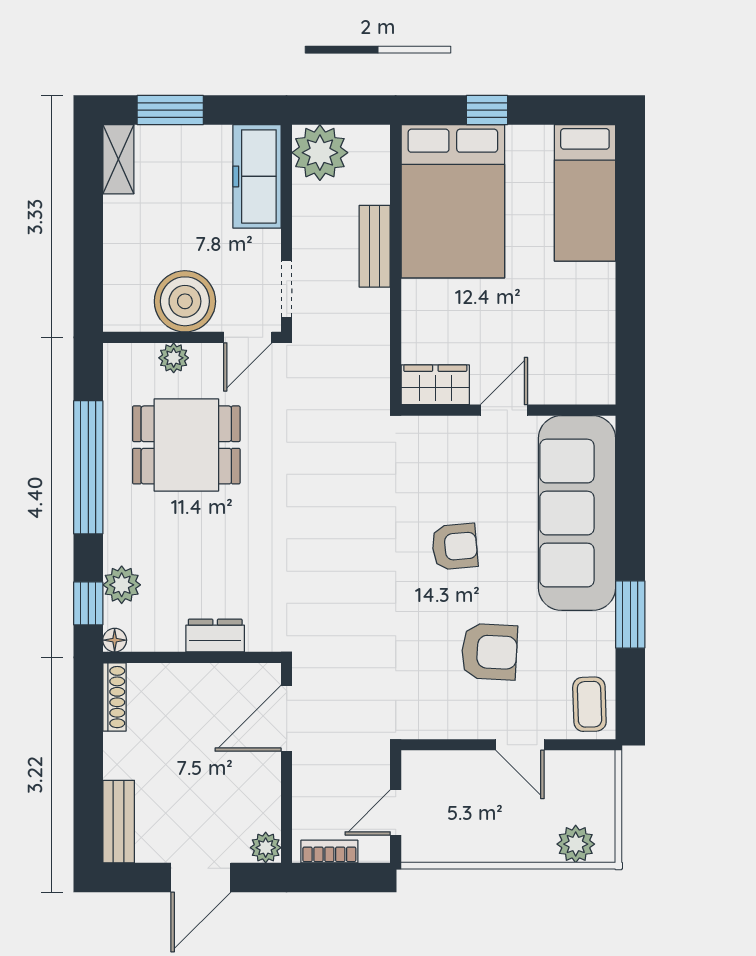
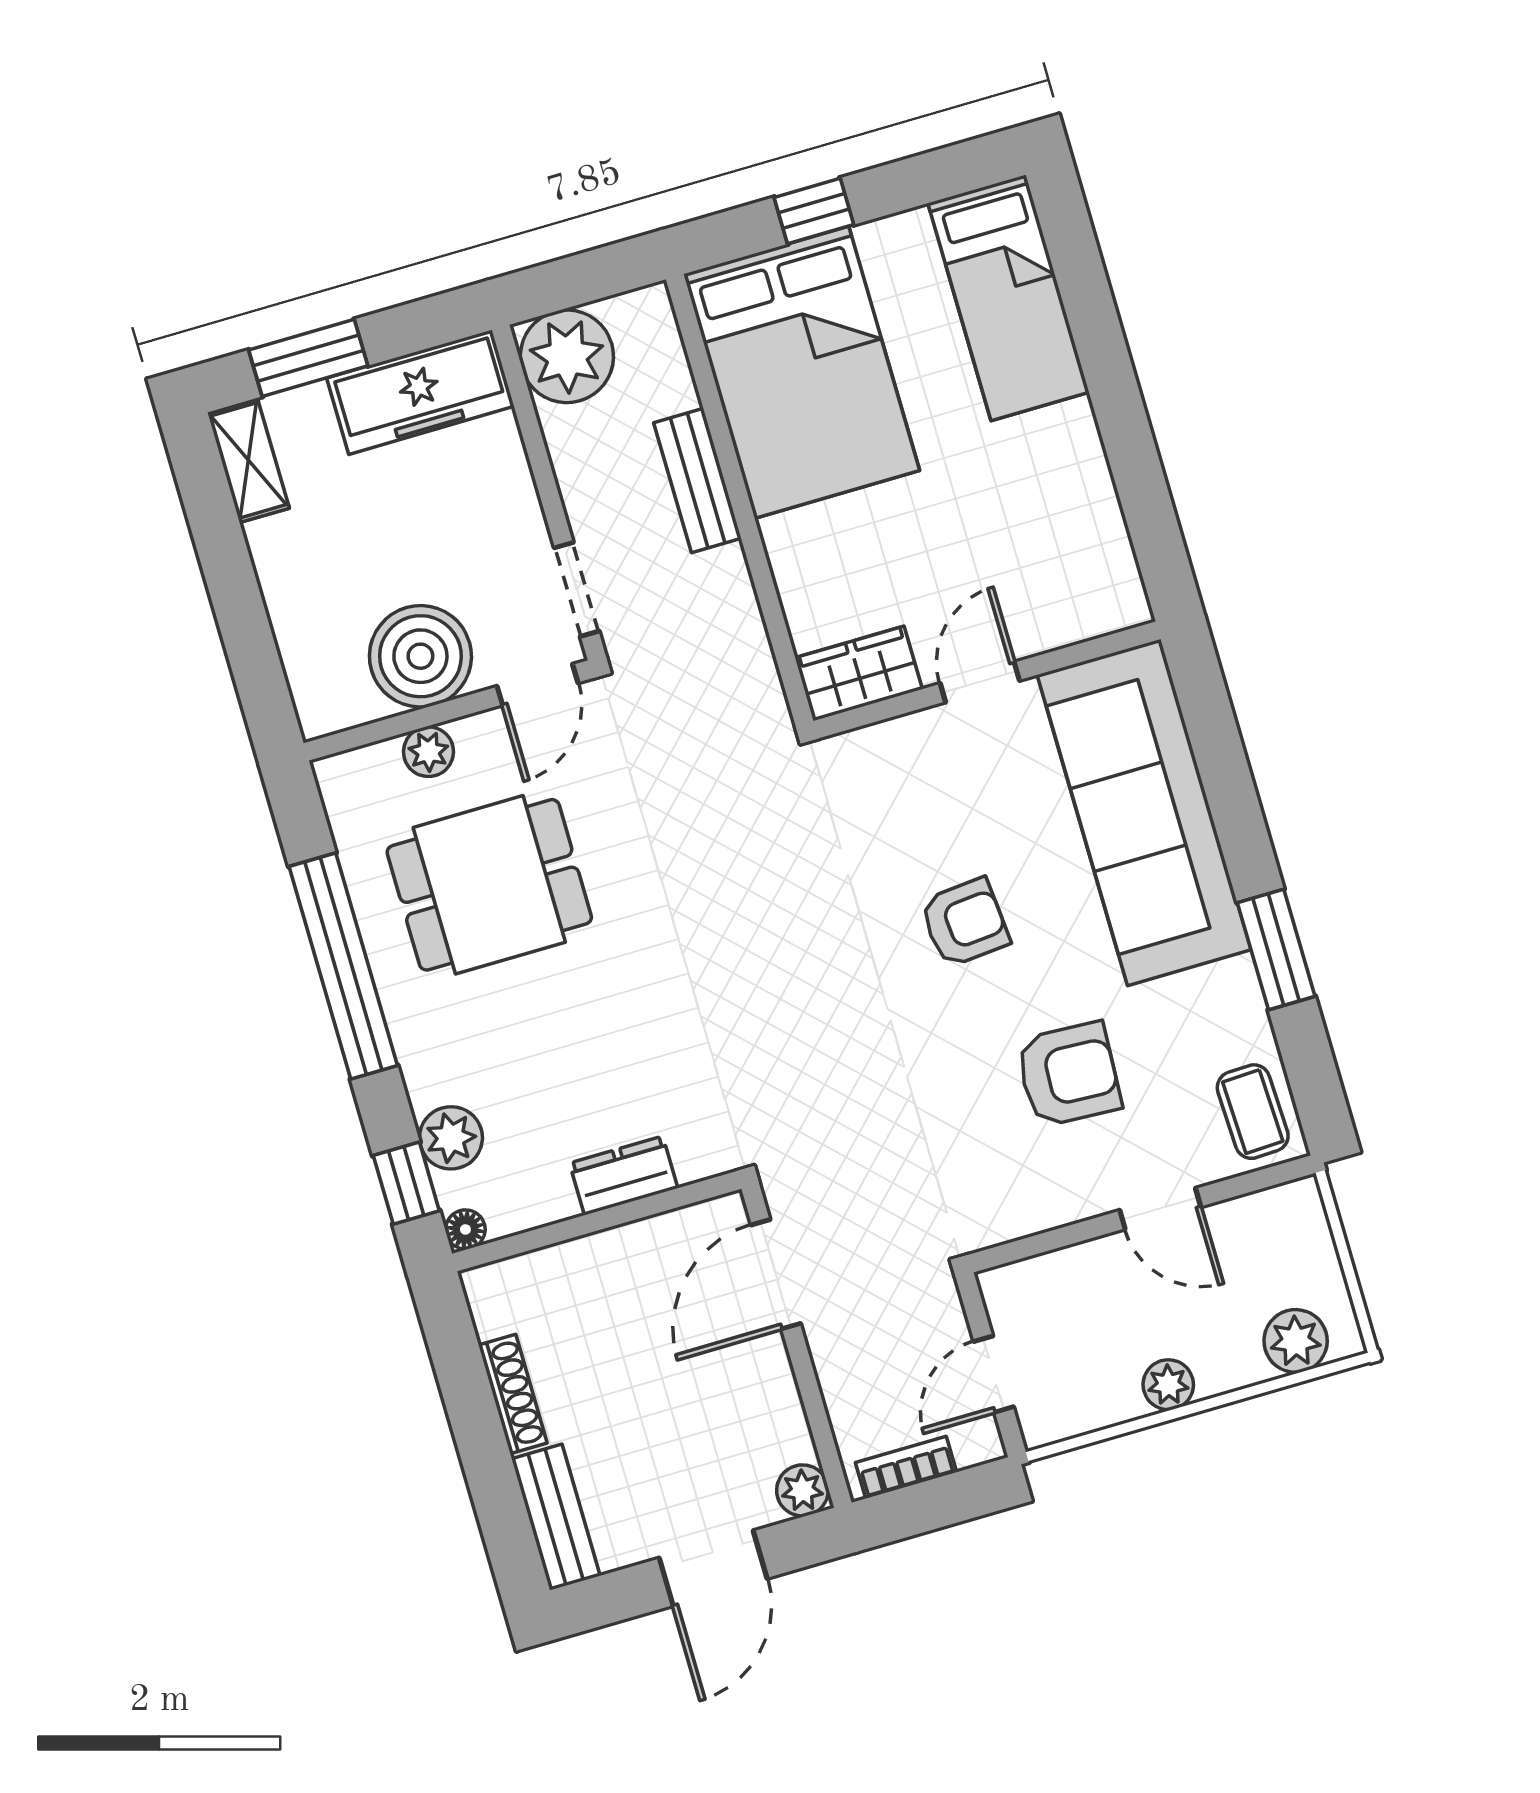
freezer: (257, 176) -> (420, 392), moved, turned -90
shoe rack: (114, 697) -> (513, 1394), moved
plant: (495, 848) -> (1168, 1385), added

